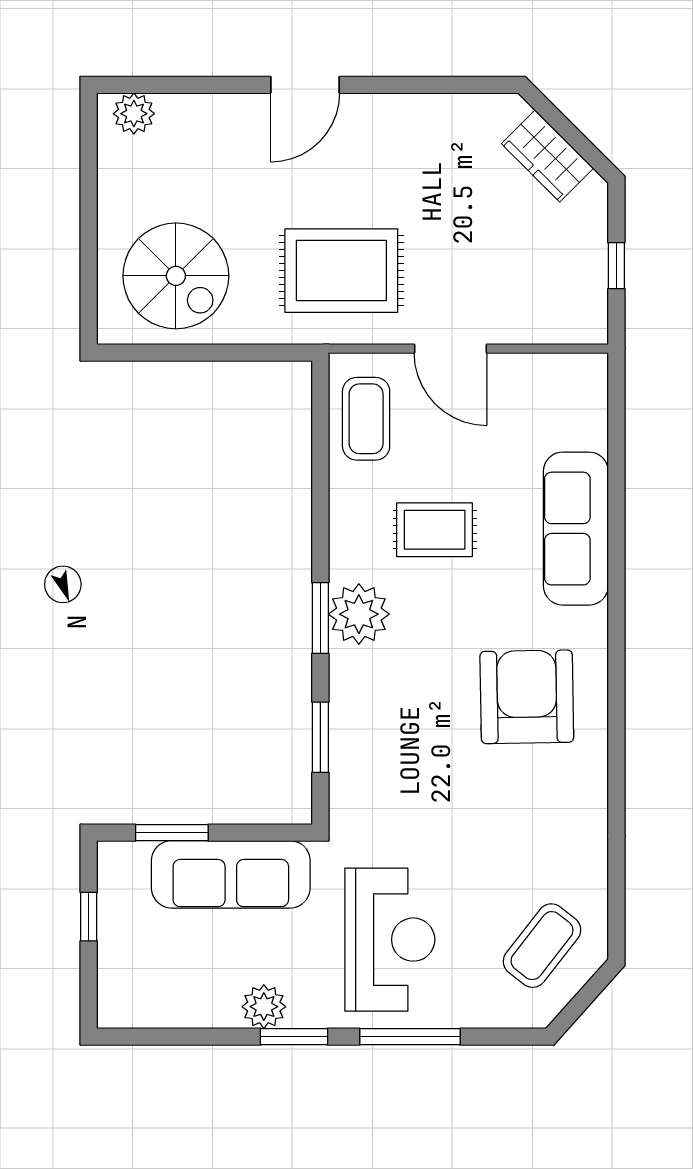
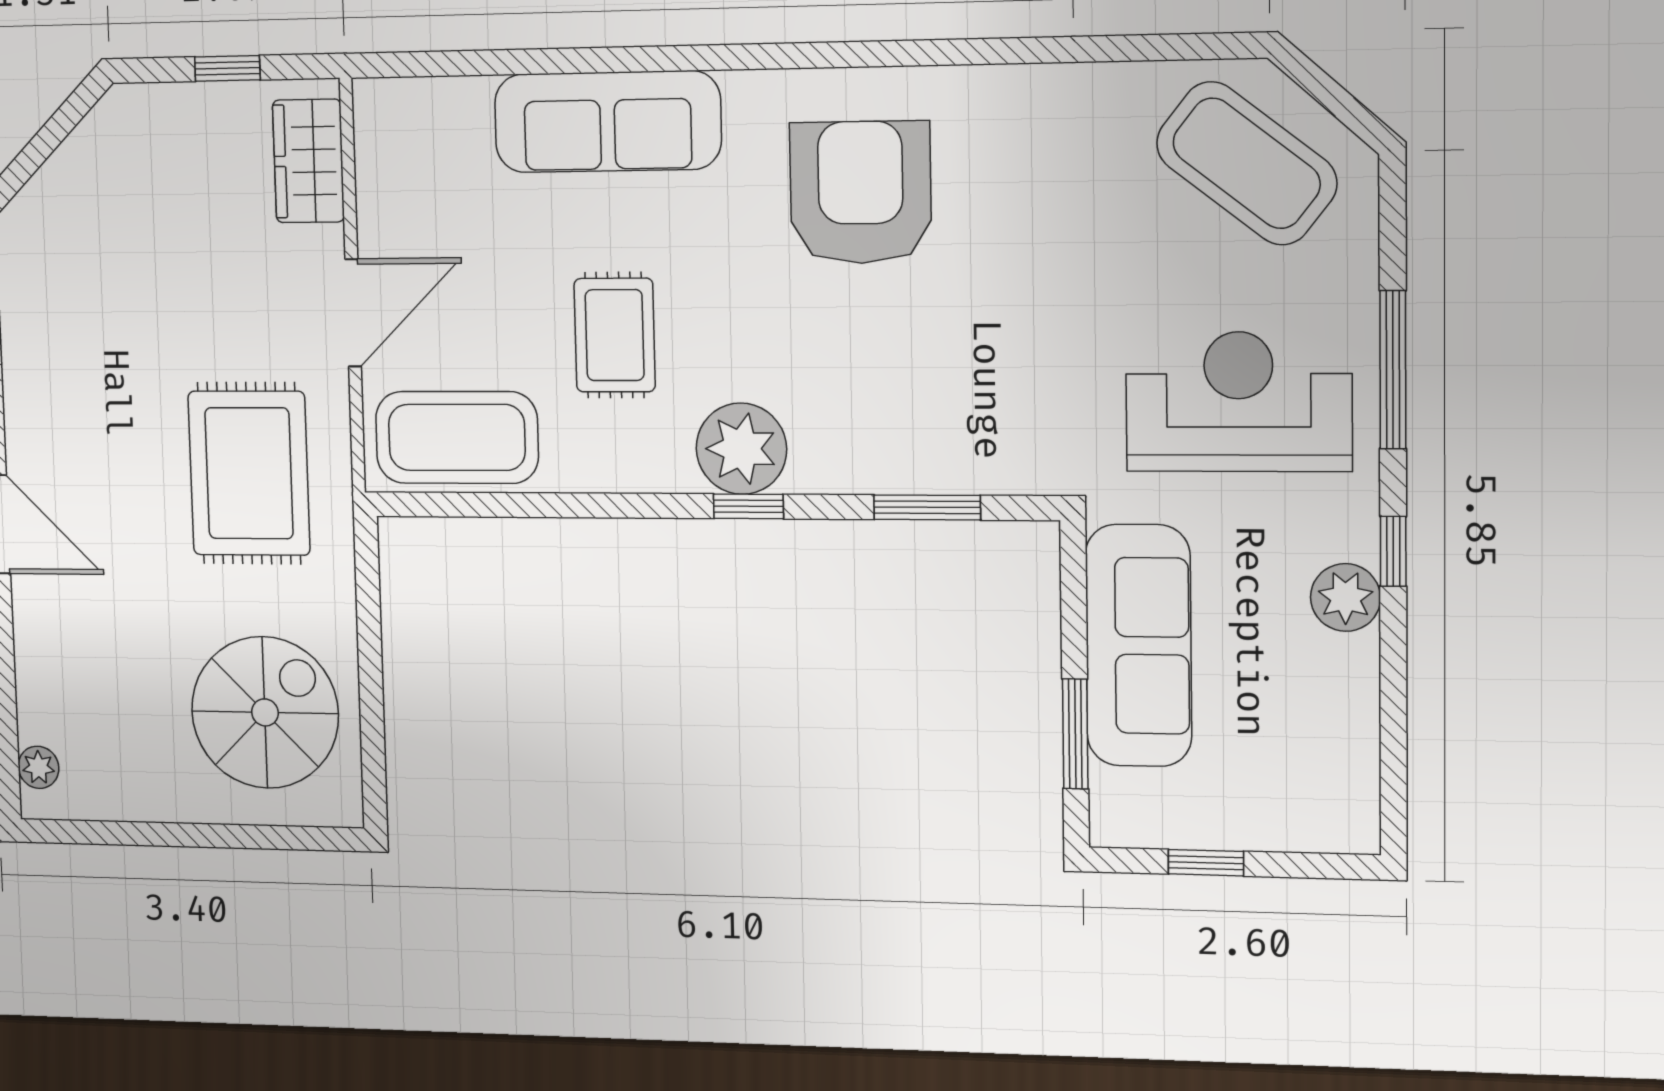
plant: (134, 114) -> (38, 767), width x0.73, depth x0.73
wardrobe: (547, 156) -> (308, 161), moved, turned 135
coffee table: (366, 419) -> (457, 437), width x1.36, depth x1.32
window: (320, 618) -> (748, 506), width x0.67
armchair: (527, 697) -> (861, 193), turned 91
coffee table: (542, 946) -> (1247, 163), width x1.36, depth x1.32
window: (294, 1037) -> (1393, 551), width x0.67

